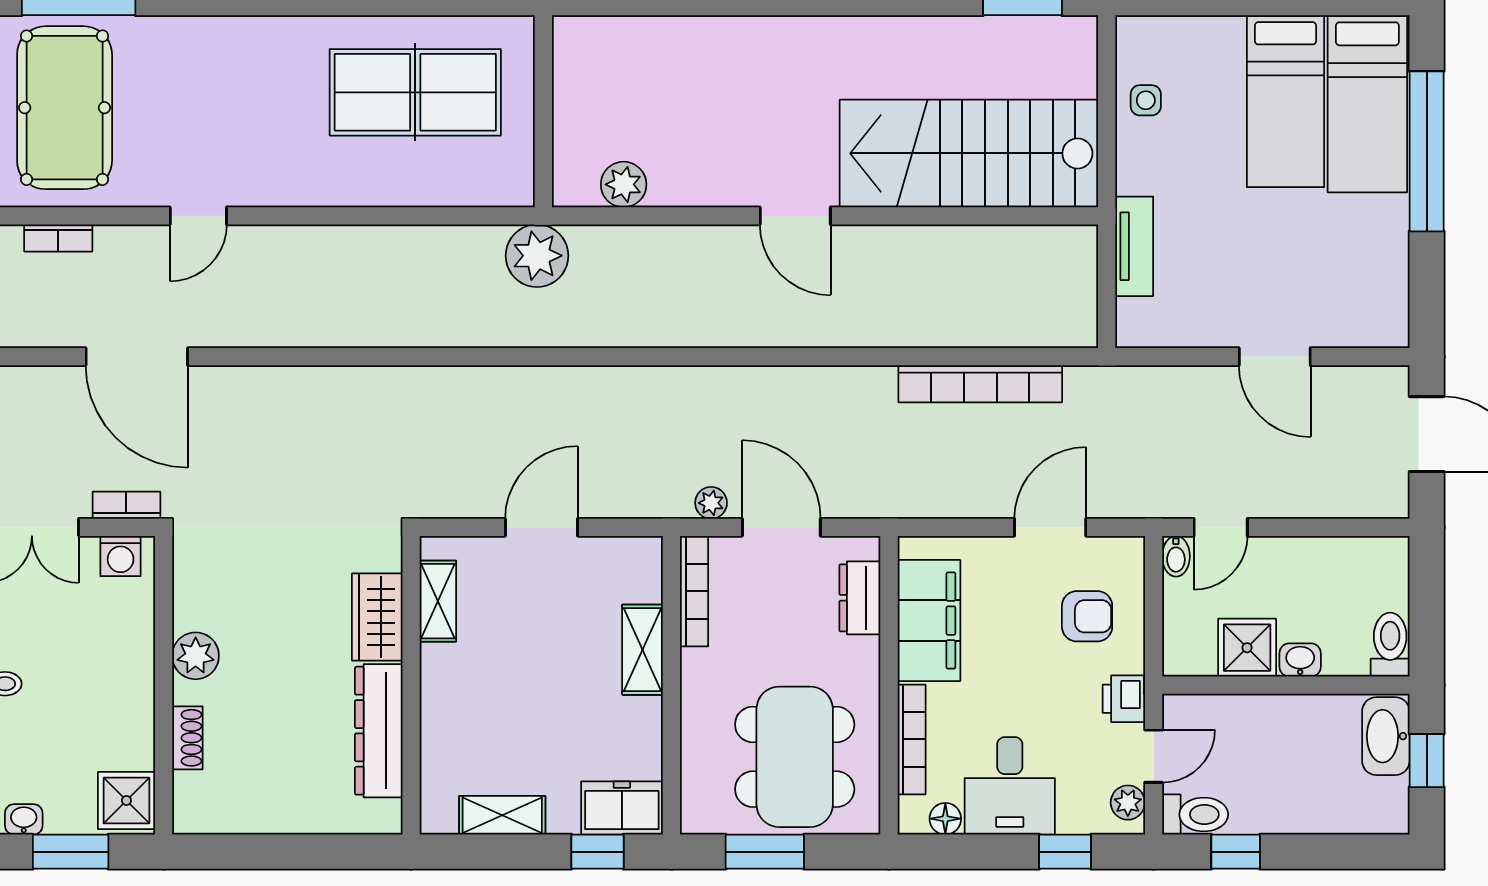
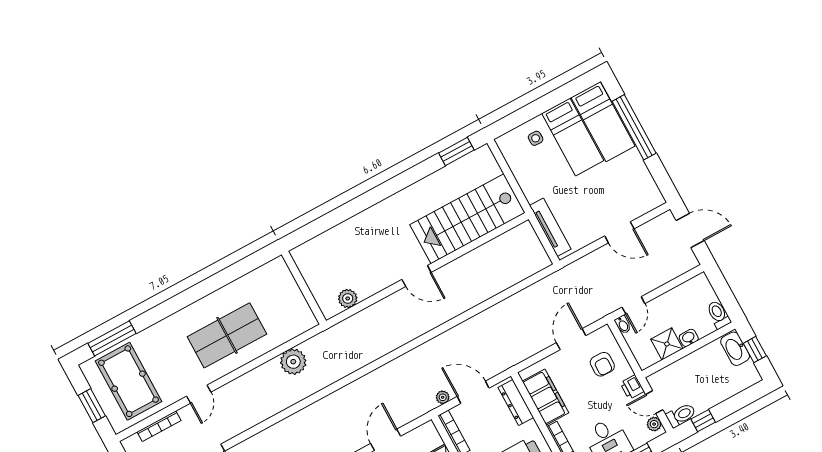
table tennis table: (415, 92) -> (227, 335), moved
side table: (1146, 100) -> (536, 138), moved
bookcase: (58, 238) -> (159, 426), width x1.56
tv unit: (1134, 246) -> (550, 227), width x1.41
plant: (537, 256) -> (293, 362), moved
bookcase: (980, 384) -> (517, 301), removed
dresser: (860, 598) -> (516, 402), width x1.44
armchair: (1087, 616) -> (602, 364), turned 91
door: (1154, 756) -> (654, 402), swing flipped

